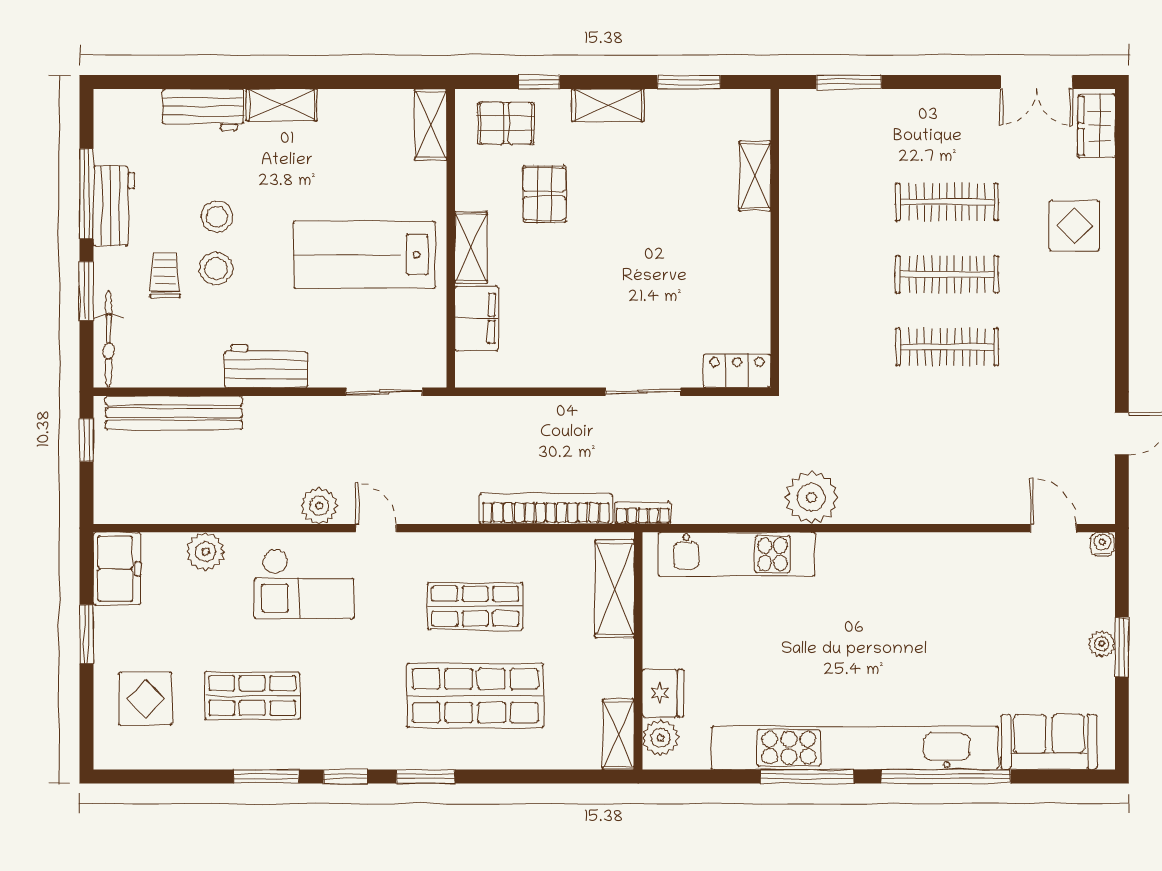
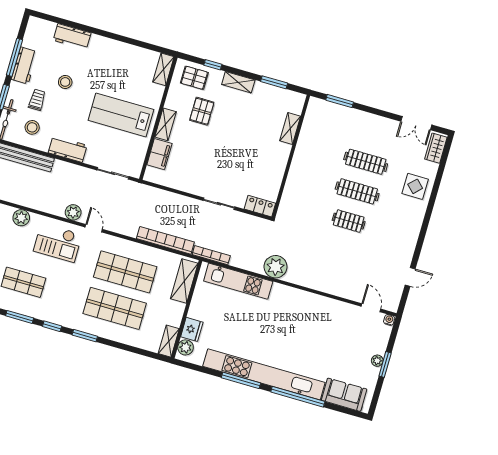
shelving: (282, 105) -> (105, 44), removed
stool: (216, 269) -> (32, 127), moved
clothes rail: (947, 347) -> (349, 221), width x0.73
bookcase: (643, 513) -> (211, 255), width x1.56
shop shelf: (475, 606) -> (125, 272), width x1.43, depth x1.36

